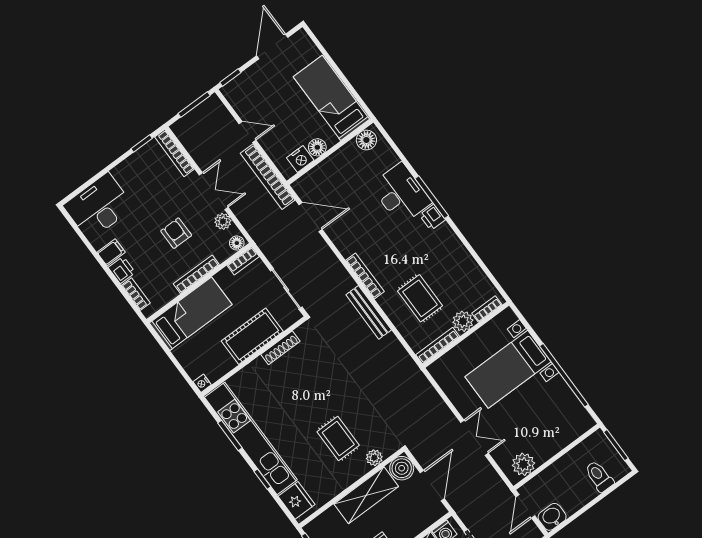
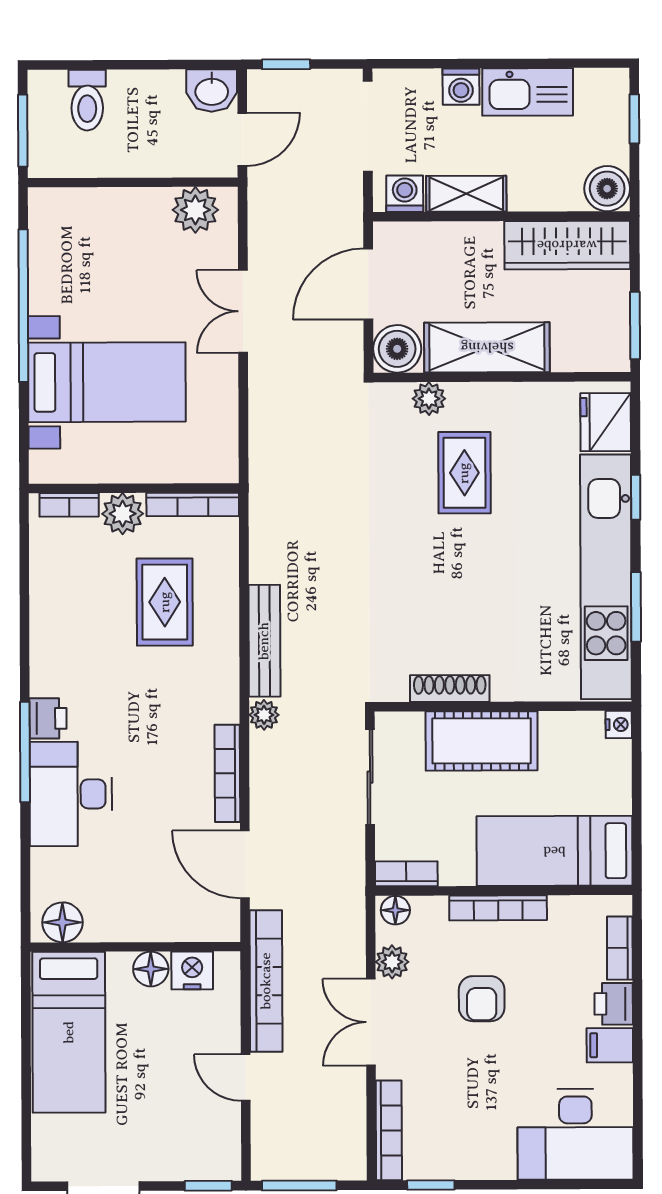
bookcase: (365, 276) -> (227, 773), moved
plant: (347, 282) -> (264, 715), added

